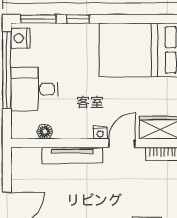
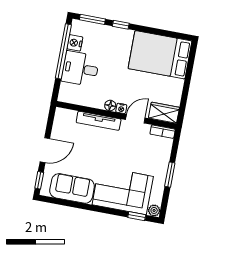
nightstand: (20, 38) -> (75, 43), moved
floor lamp: (45, 132) -> (110, 106), moved

